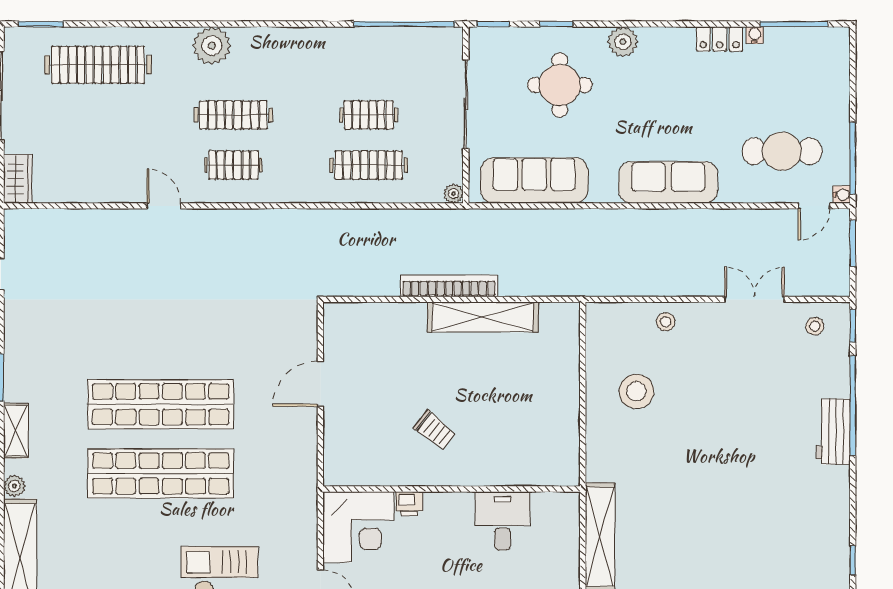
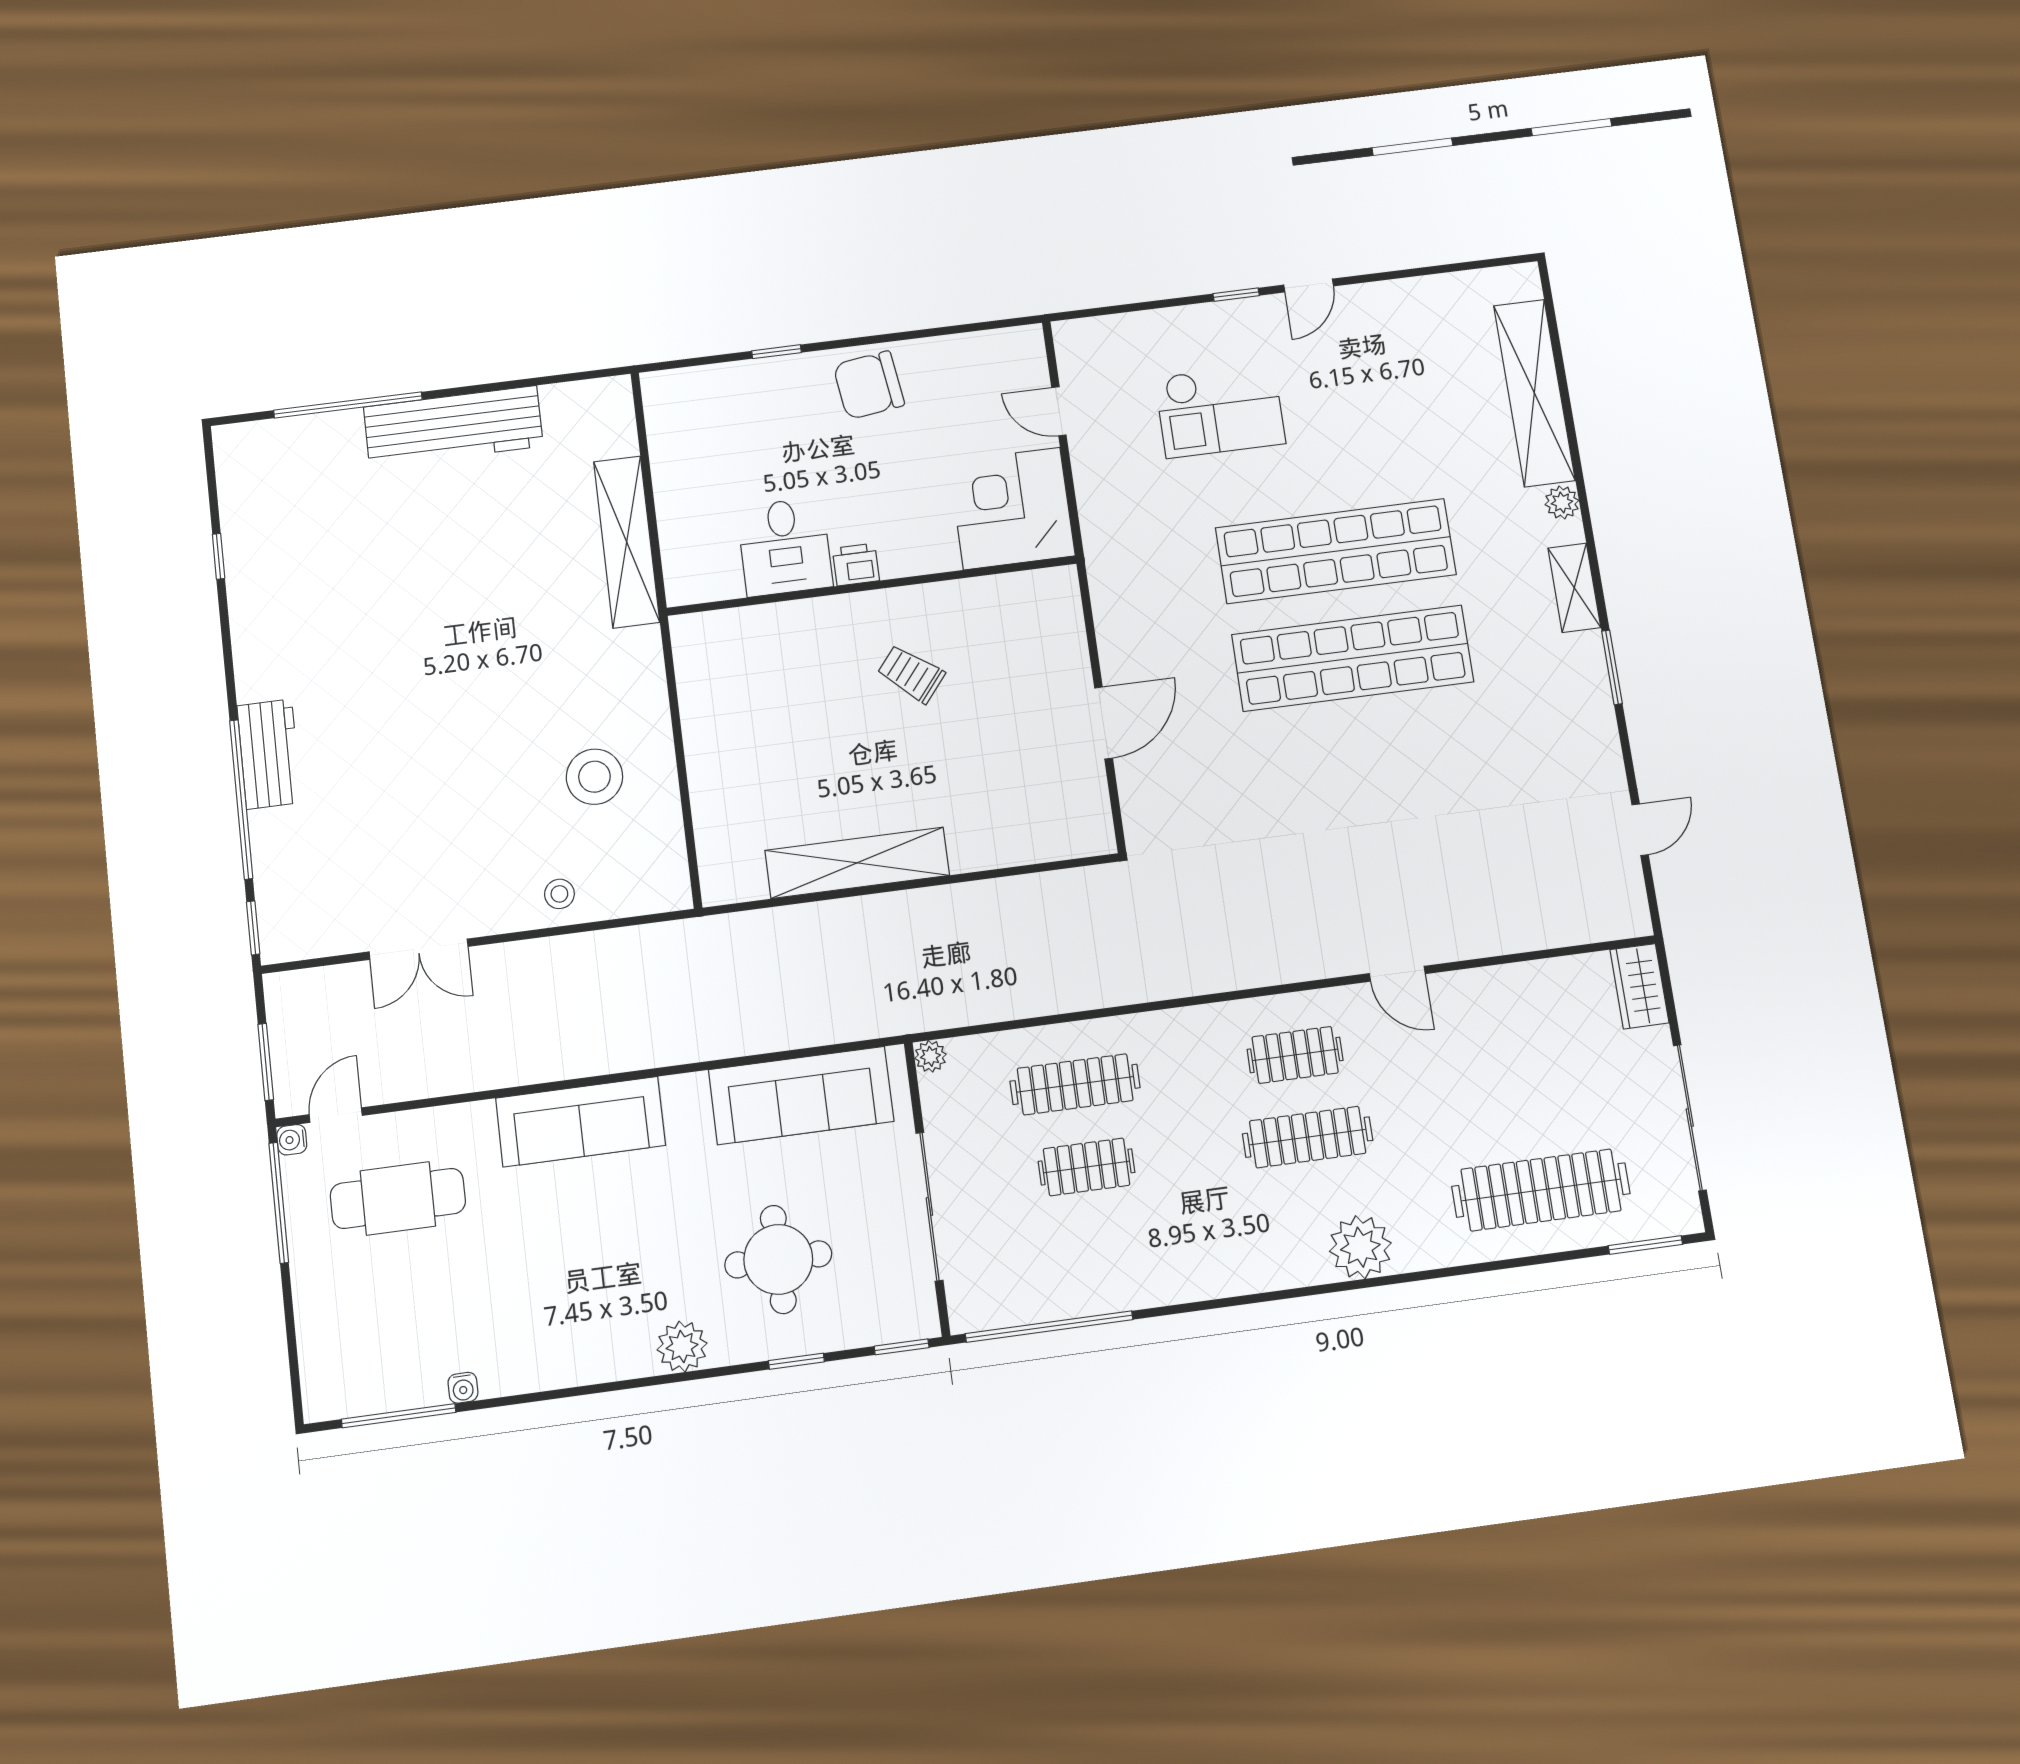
locker: (720, 39) -> (521, 1373), removed
bookcase: (449, 286) -> (918, 906), removed
stool: (815, 326) -> (315, 919), removed
printer: (409, 504) -> (856, 565), moved

